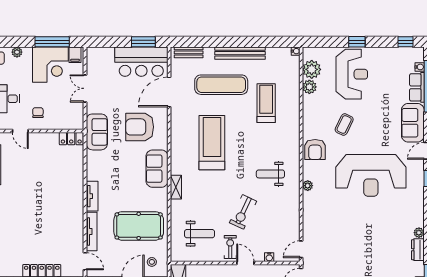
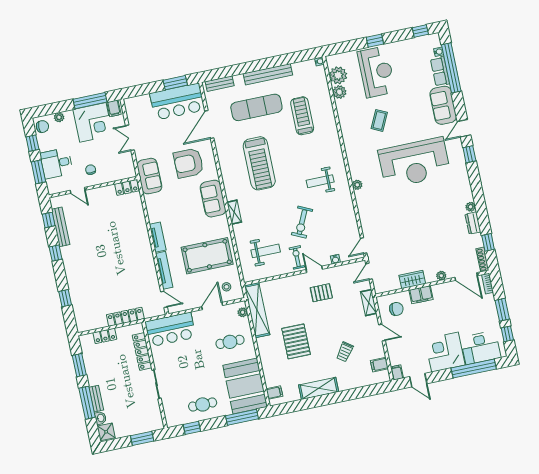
treadmill: (212, 143) -> (259, 163), turned 180
armchair: (315, 149) -> (357, 150), removed

